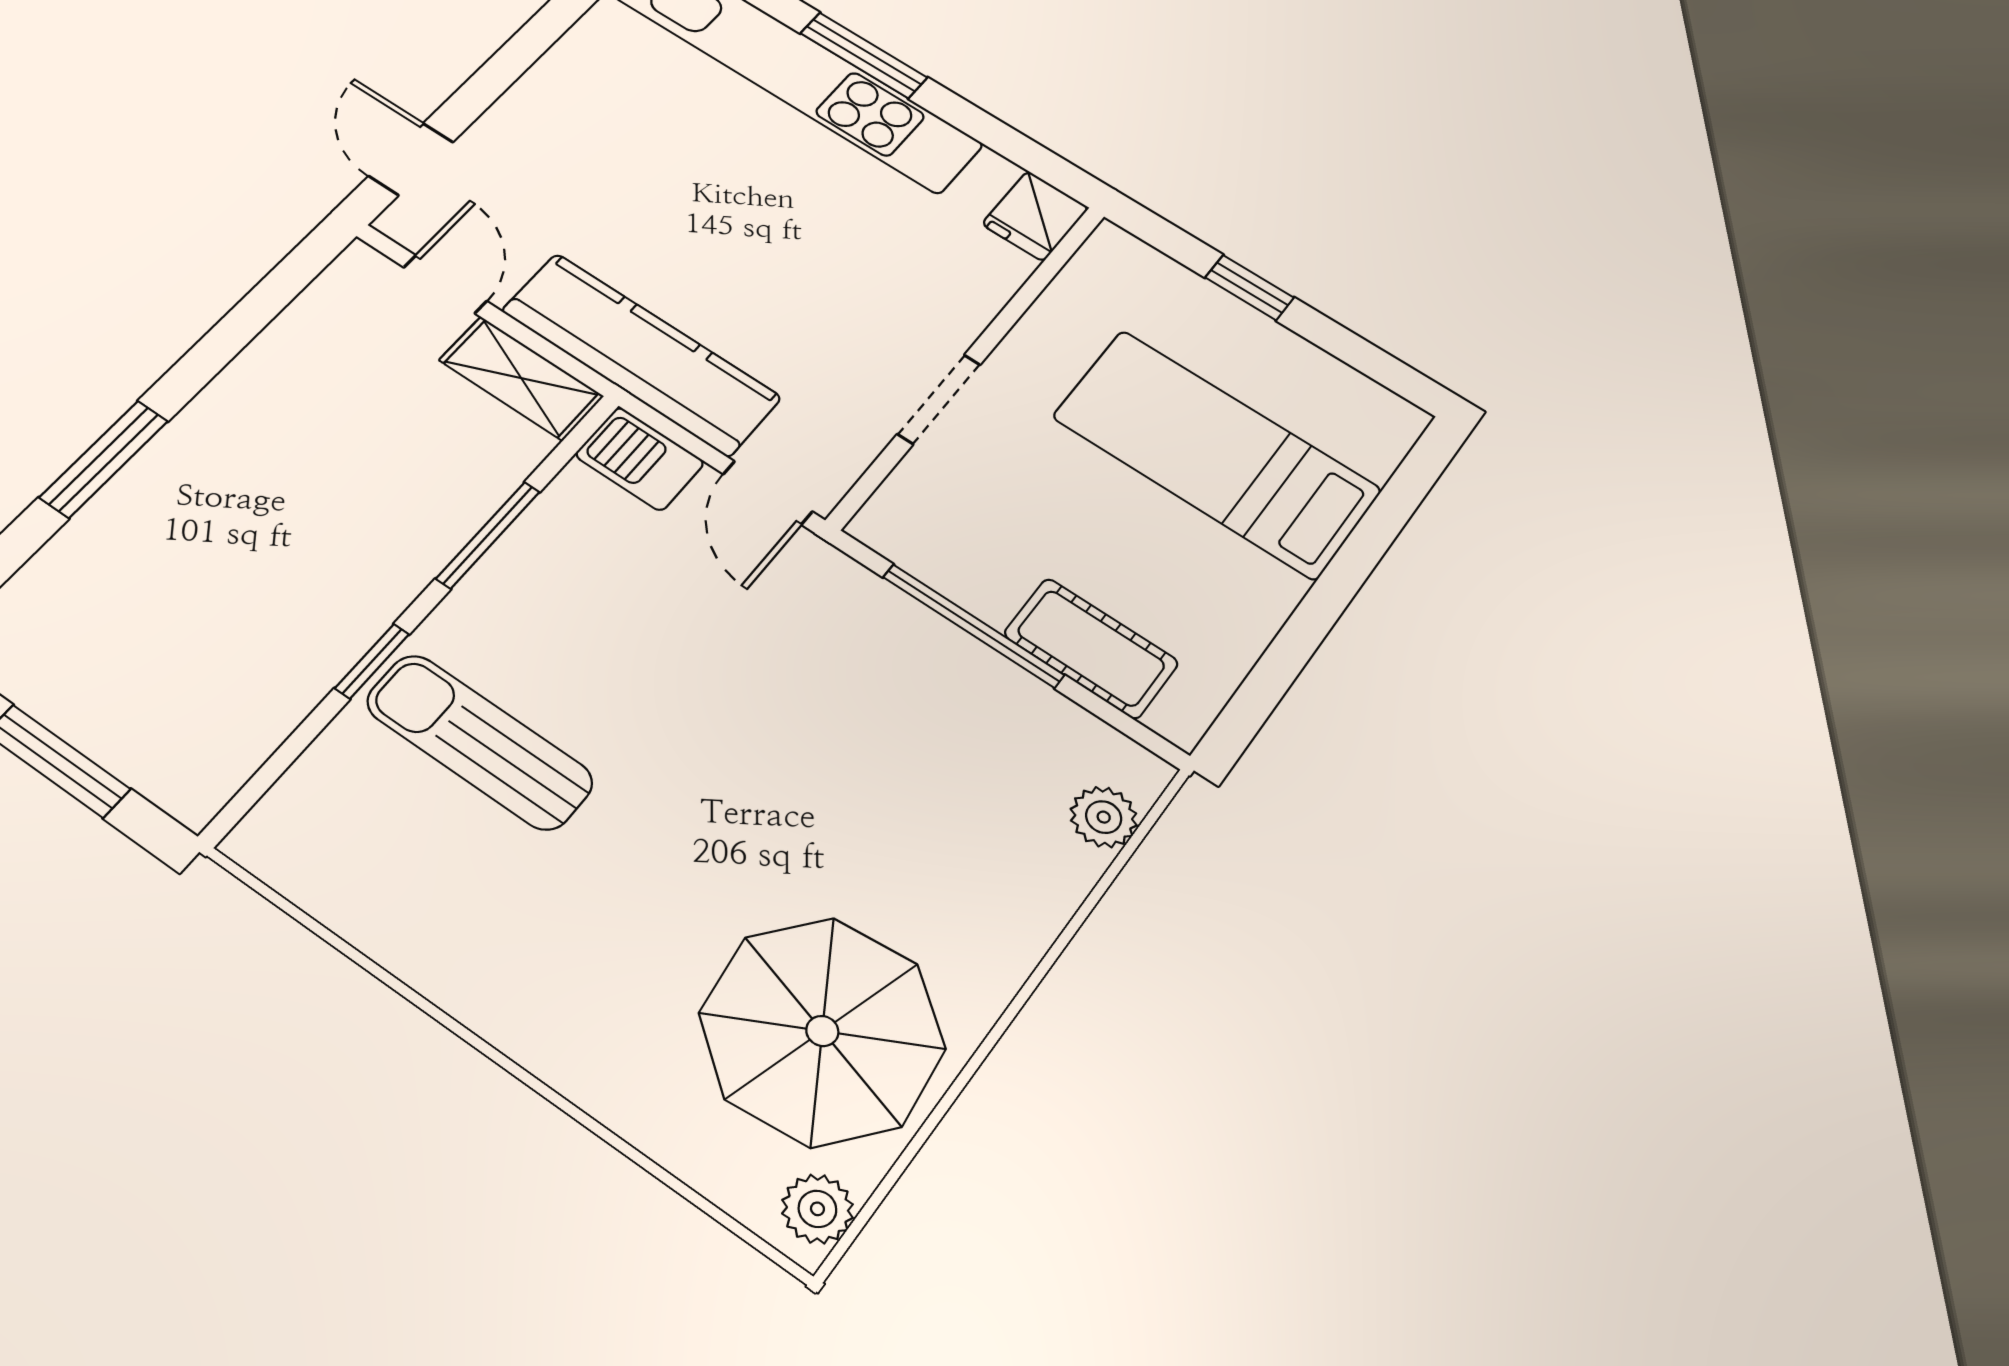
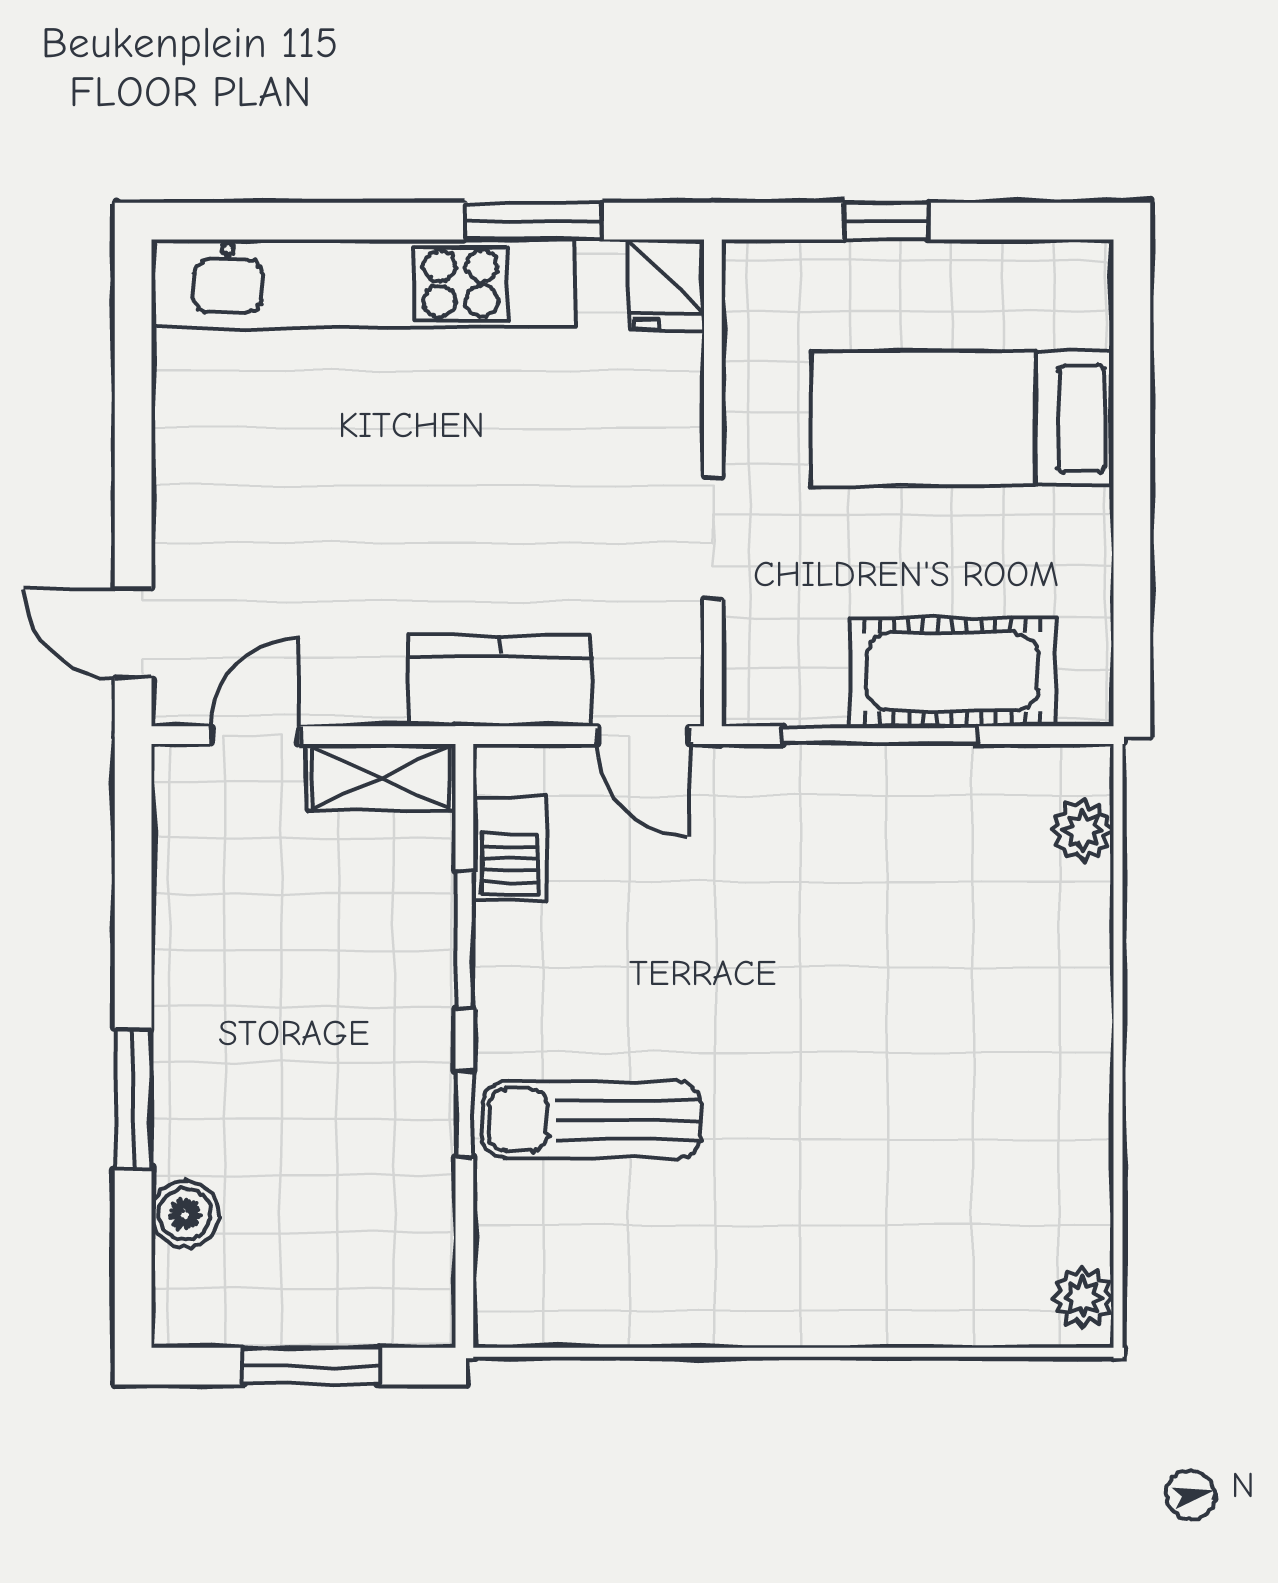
window: (864, 55) -> (533, 221), moved
door: (445, 284) -> (255, 735), hinge flipped
kitchen counter: (641, 354) -> (500, 681), width x0.67
barbecue: (640, 459) -> (510, 849), moved, turned -90
boiler: (64, 571) -> (185, 1214), added
cot: (1091, 648) -> (953, 672), width x1.37, depth x1.34
parasol: (822, 1031) -> (996, 1162), removed

